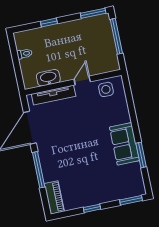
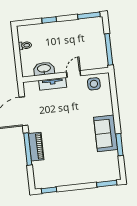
window: (116, 36) -> (109, 49), moved
tv unit: (54, 95) -> (53, 84), width x0.71
piano: (54, 197) -> (36, 147), moved
window: (92, 208) -> (49, 190), moved

